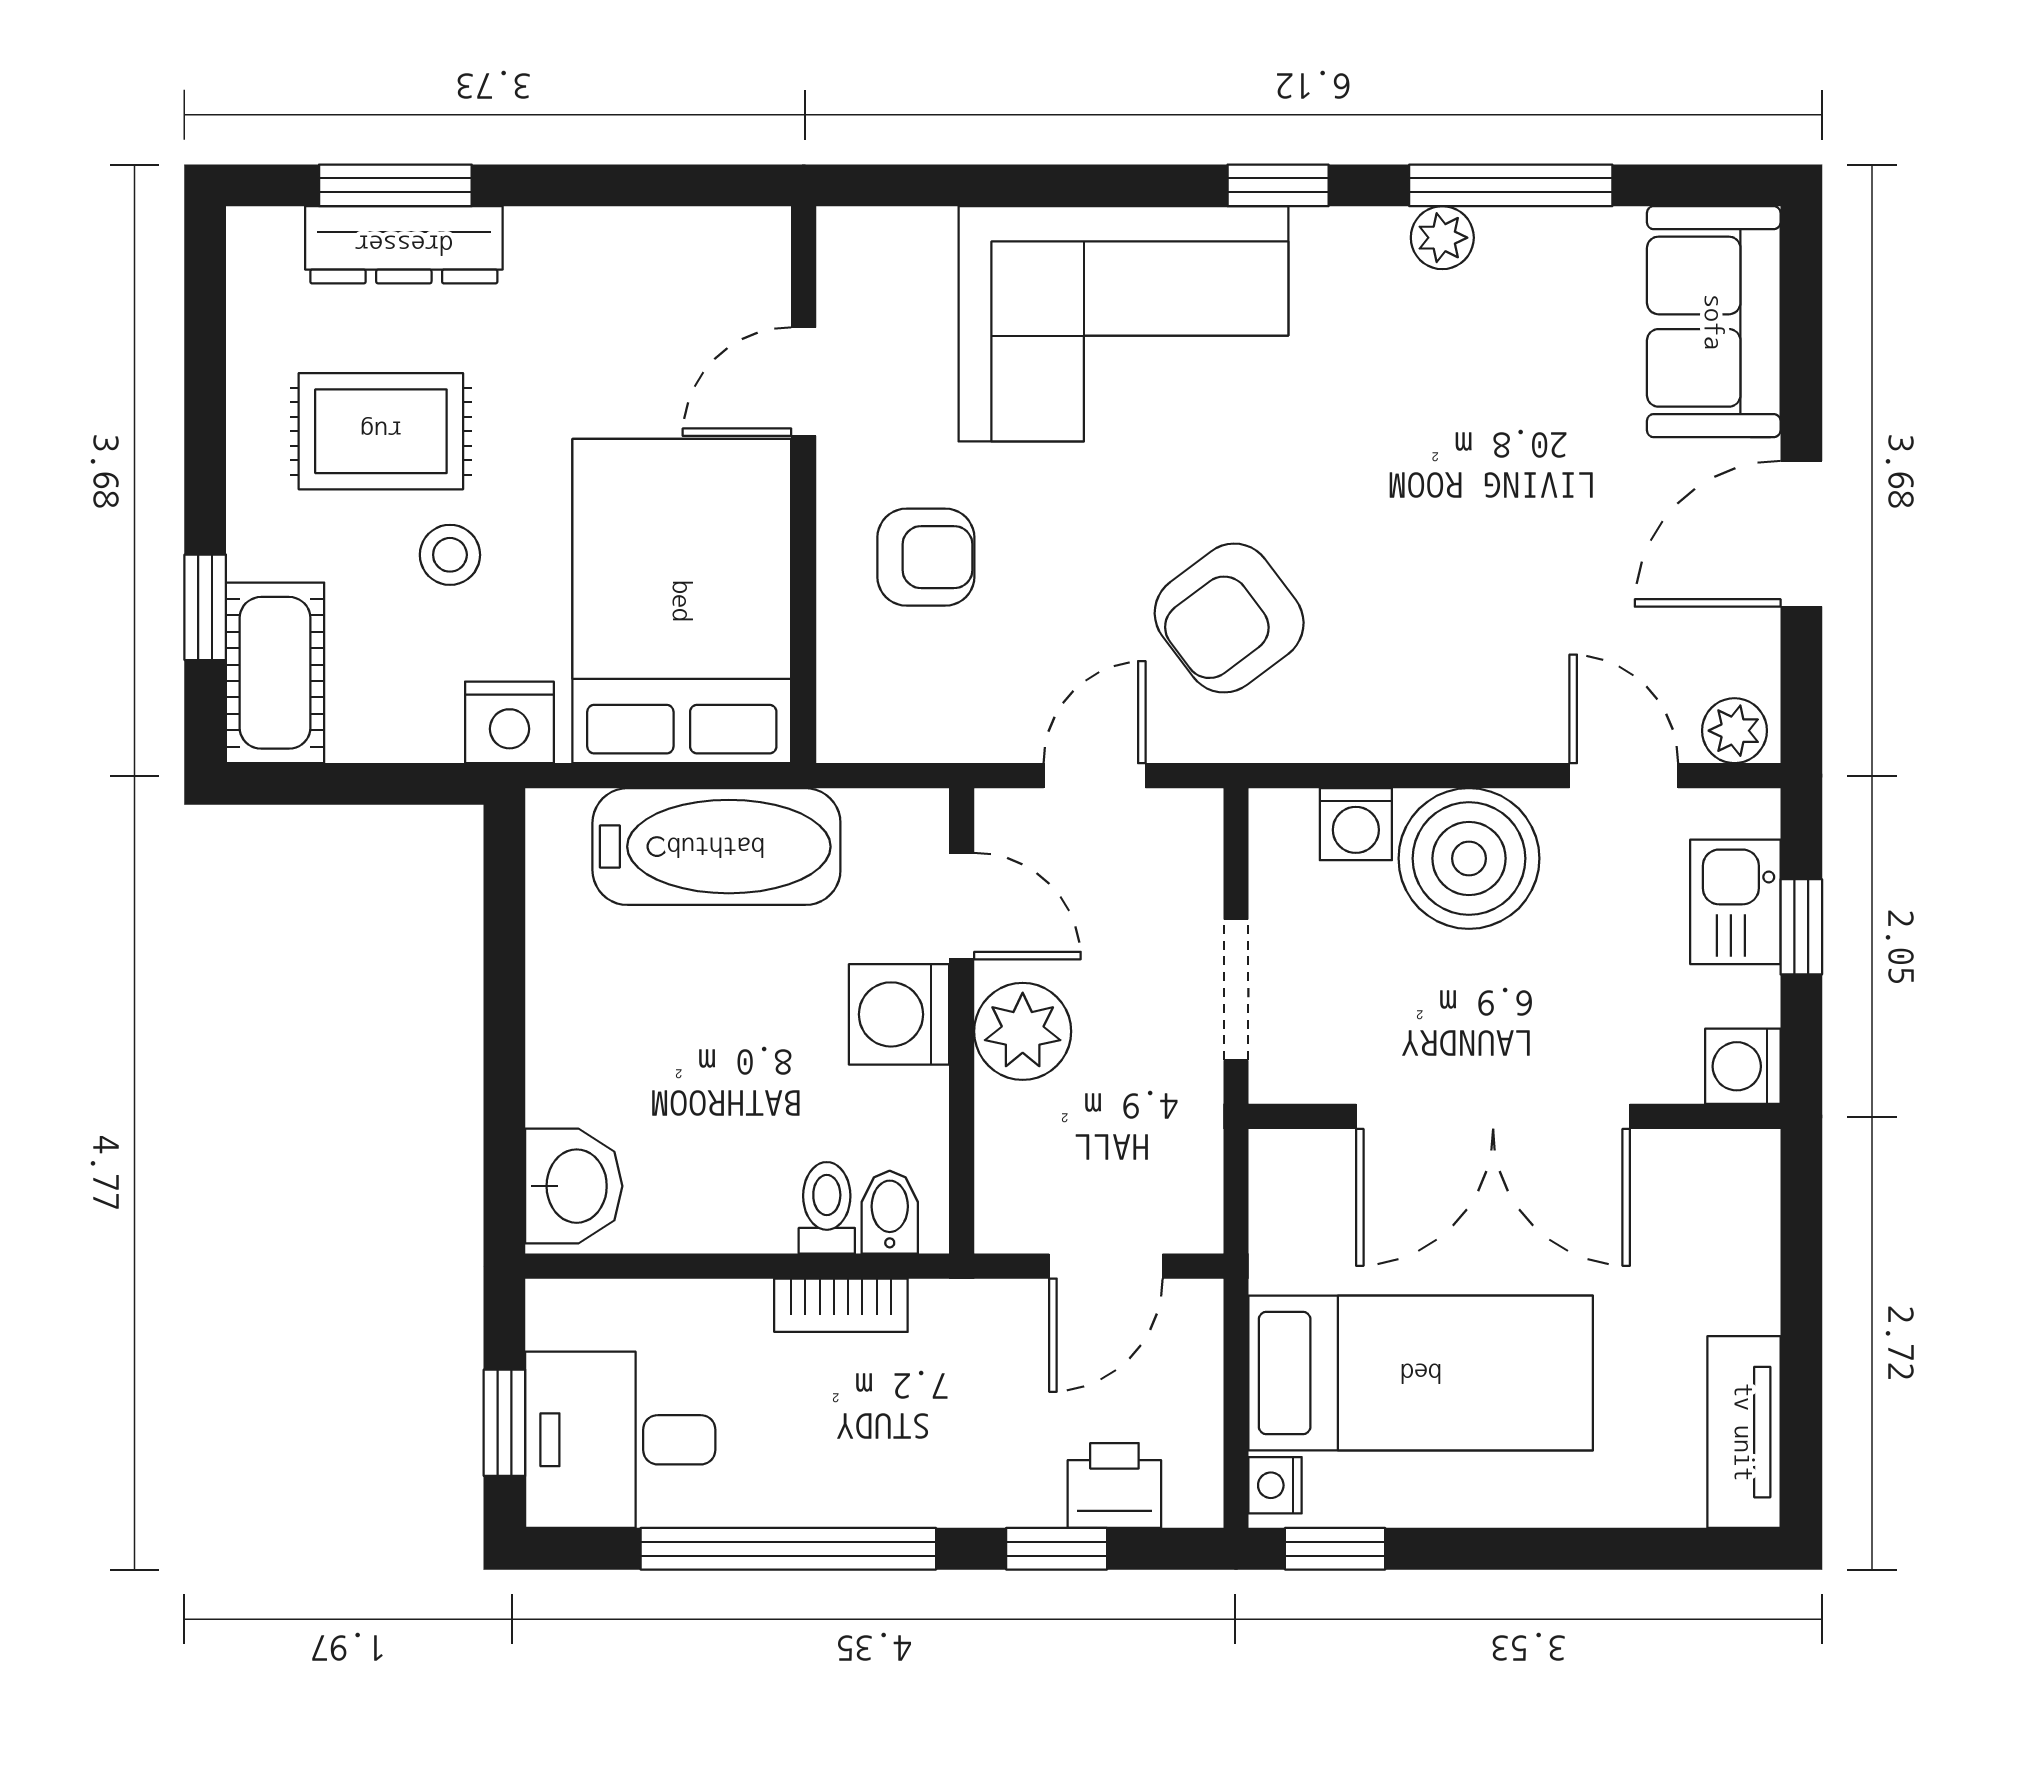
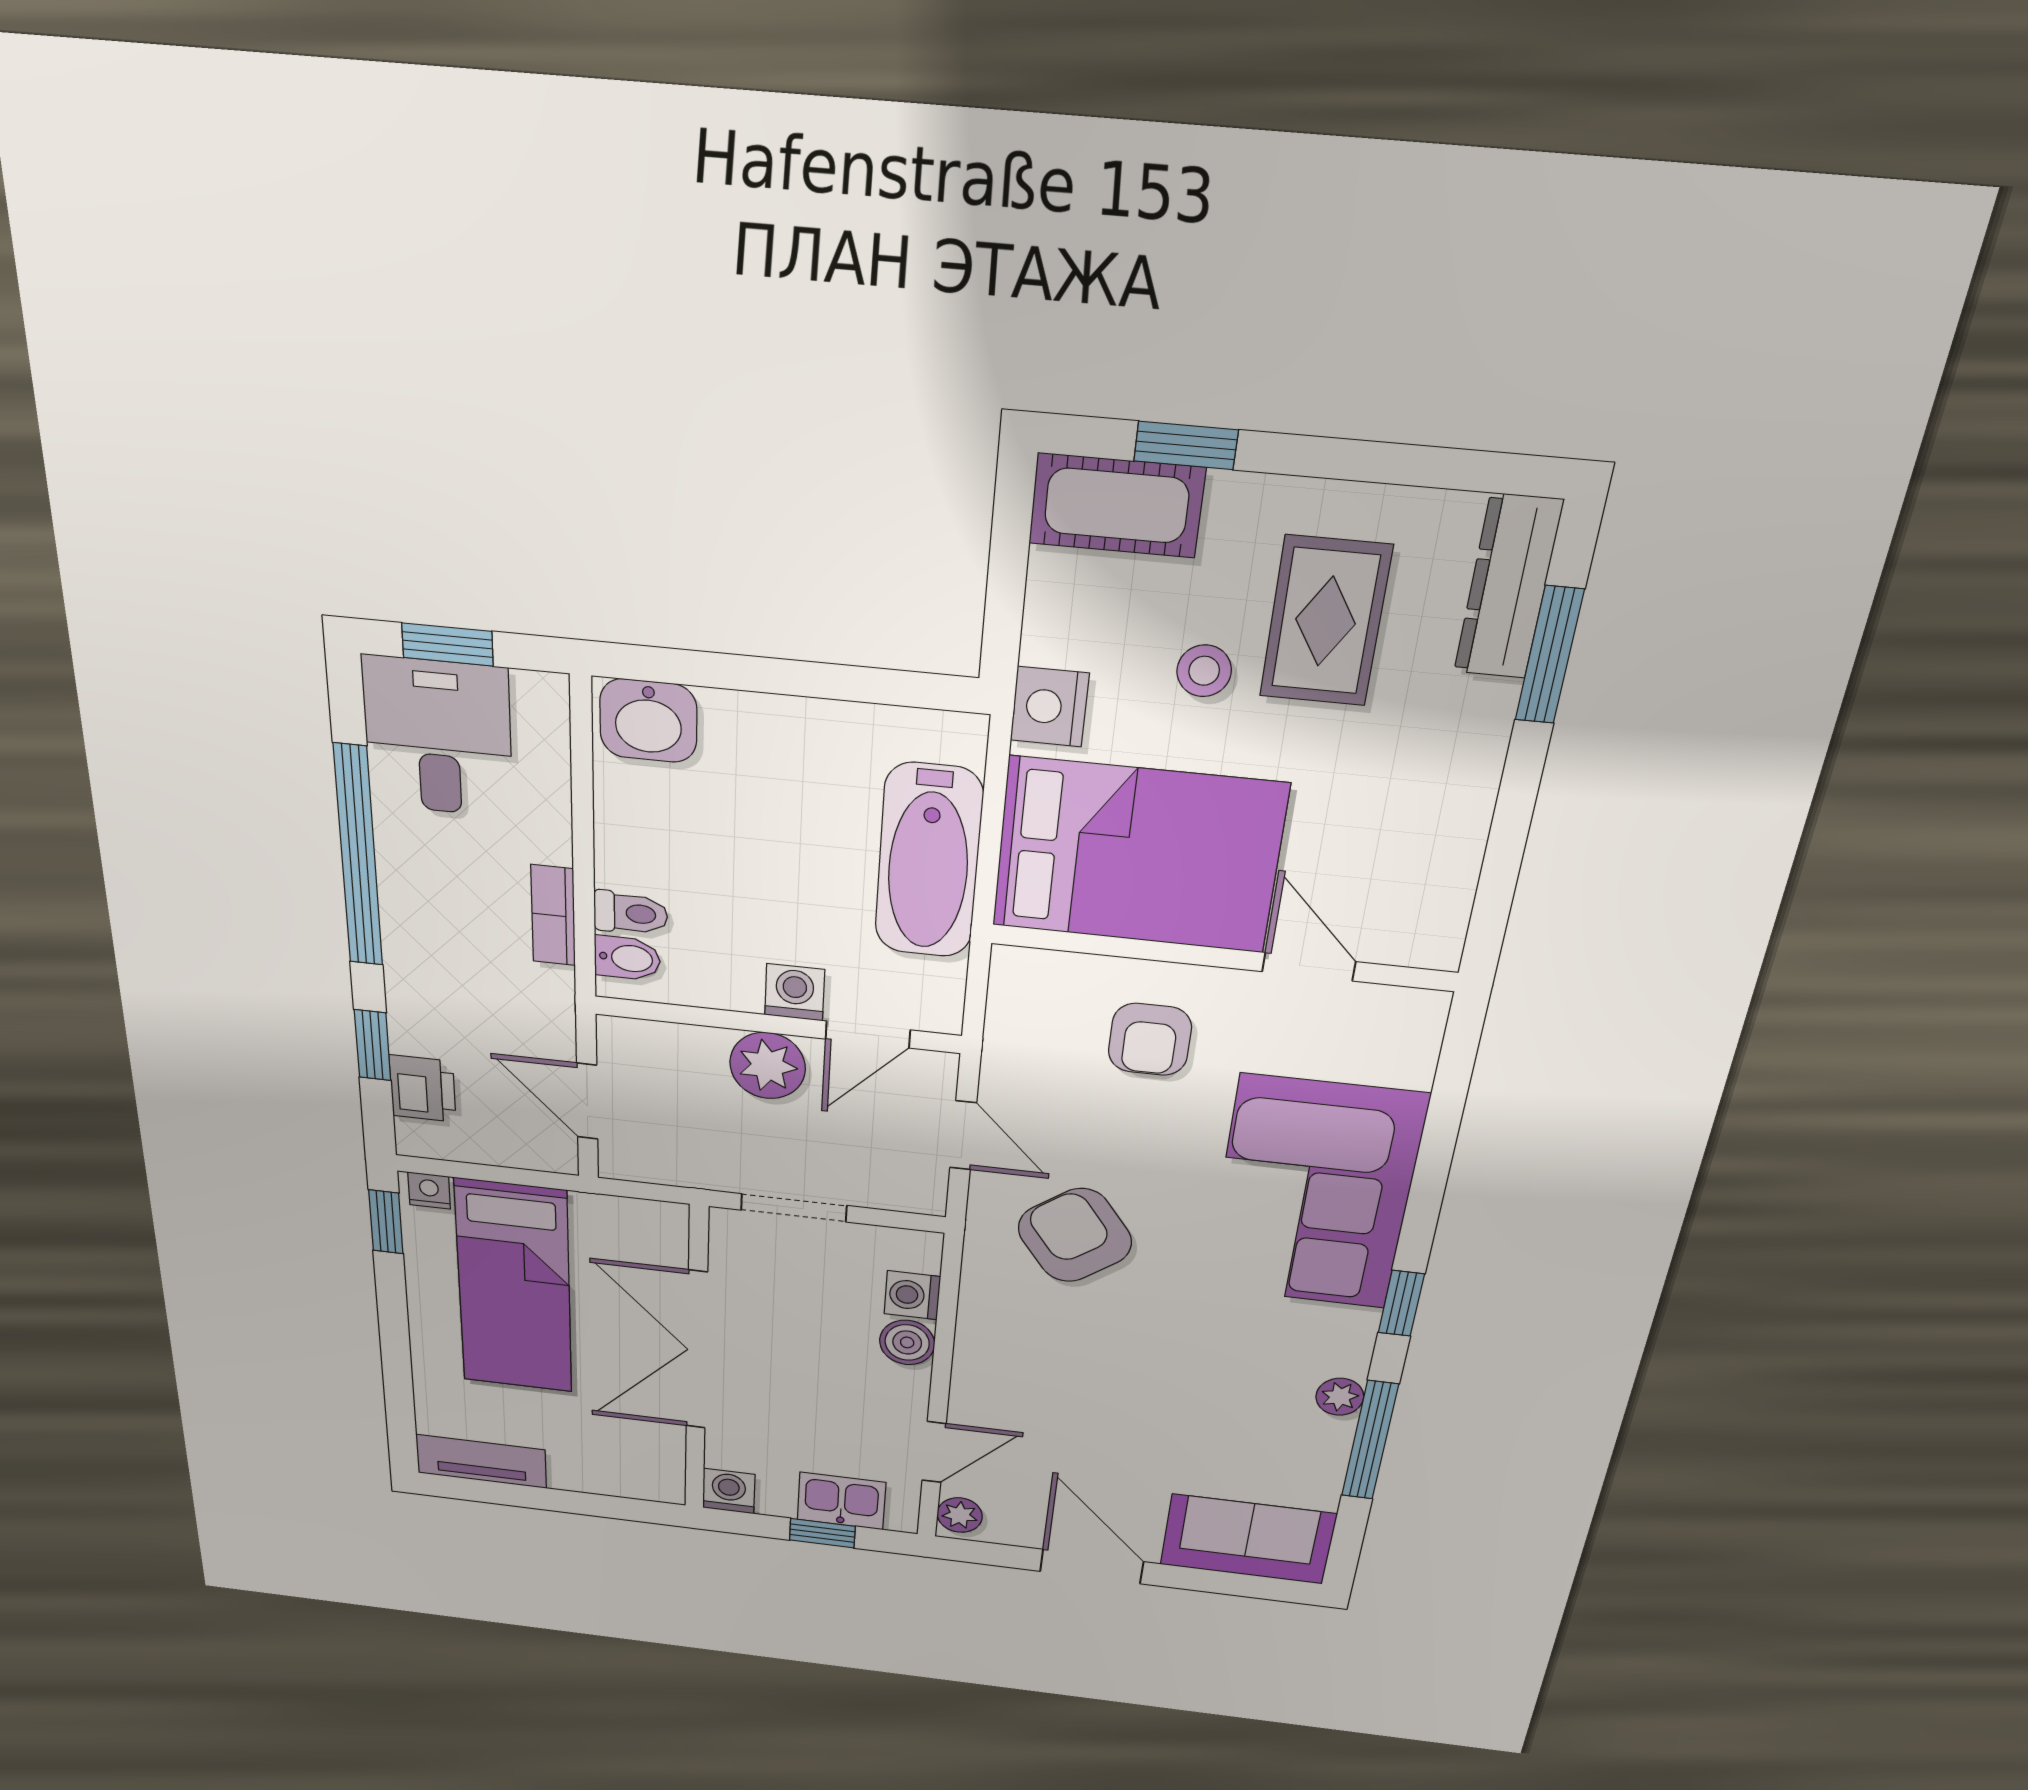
dresser: (404, 245) -> (1508, 587), moved
boiler: (1469, 858) -> (907, 1342), width x0.54, depth x0.54
washing machine: (899, 1014) -> (795, 992), width x0.73, depth x0.73

